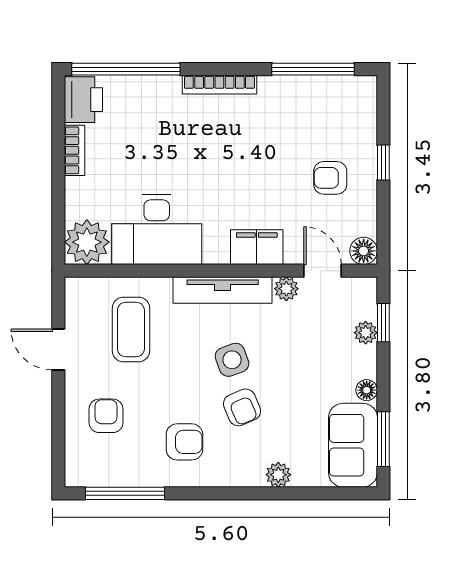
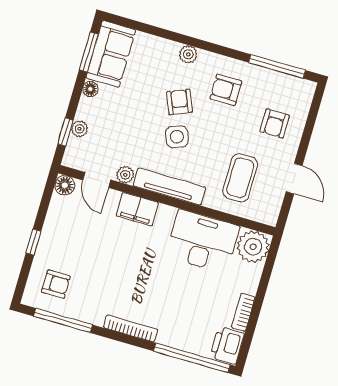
armchair: (330, 178) -> (56, 284), moved
plant: (278, 475) -> (188, 54), moved

